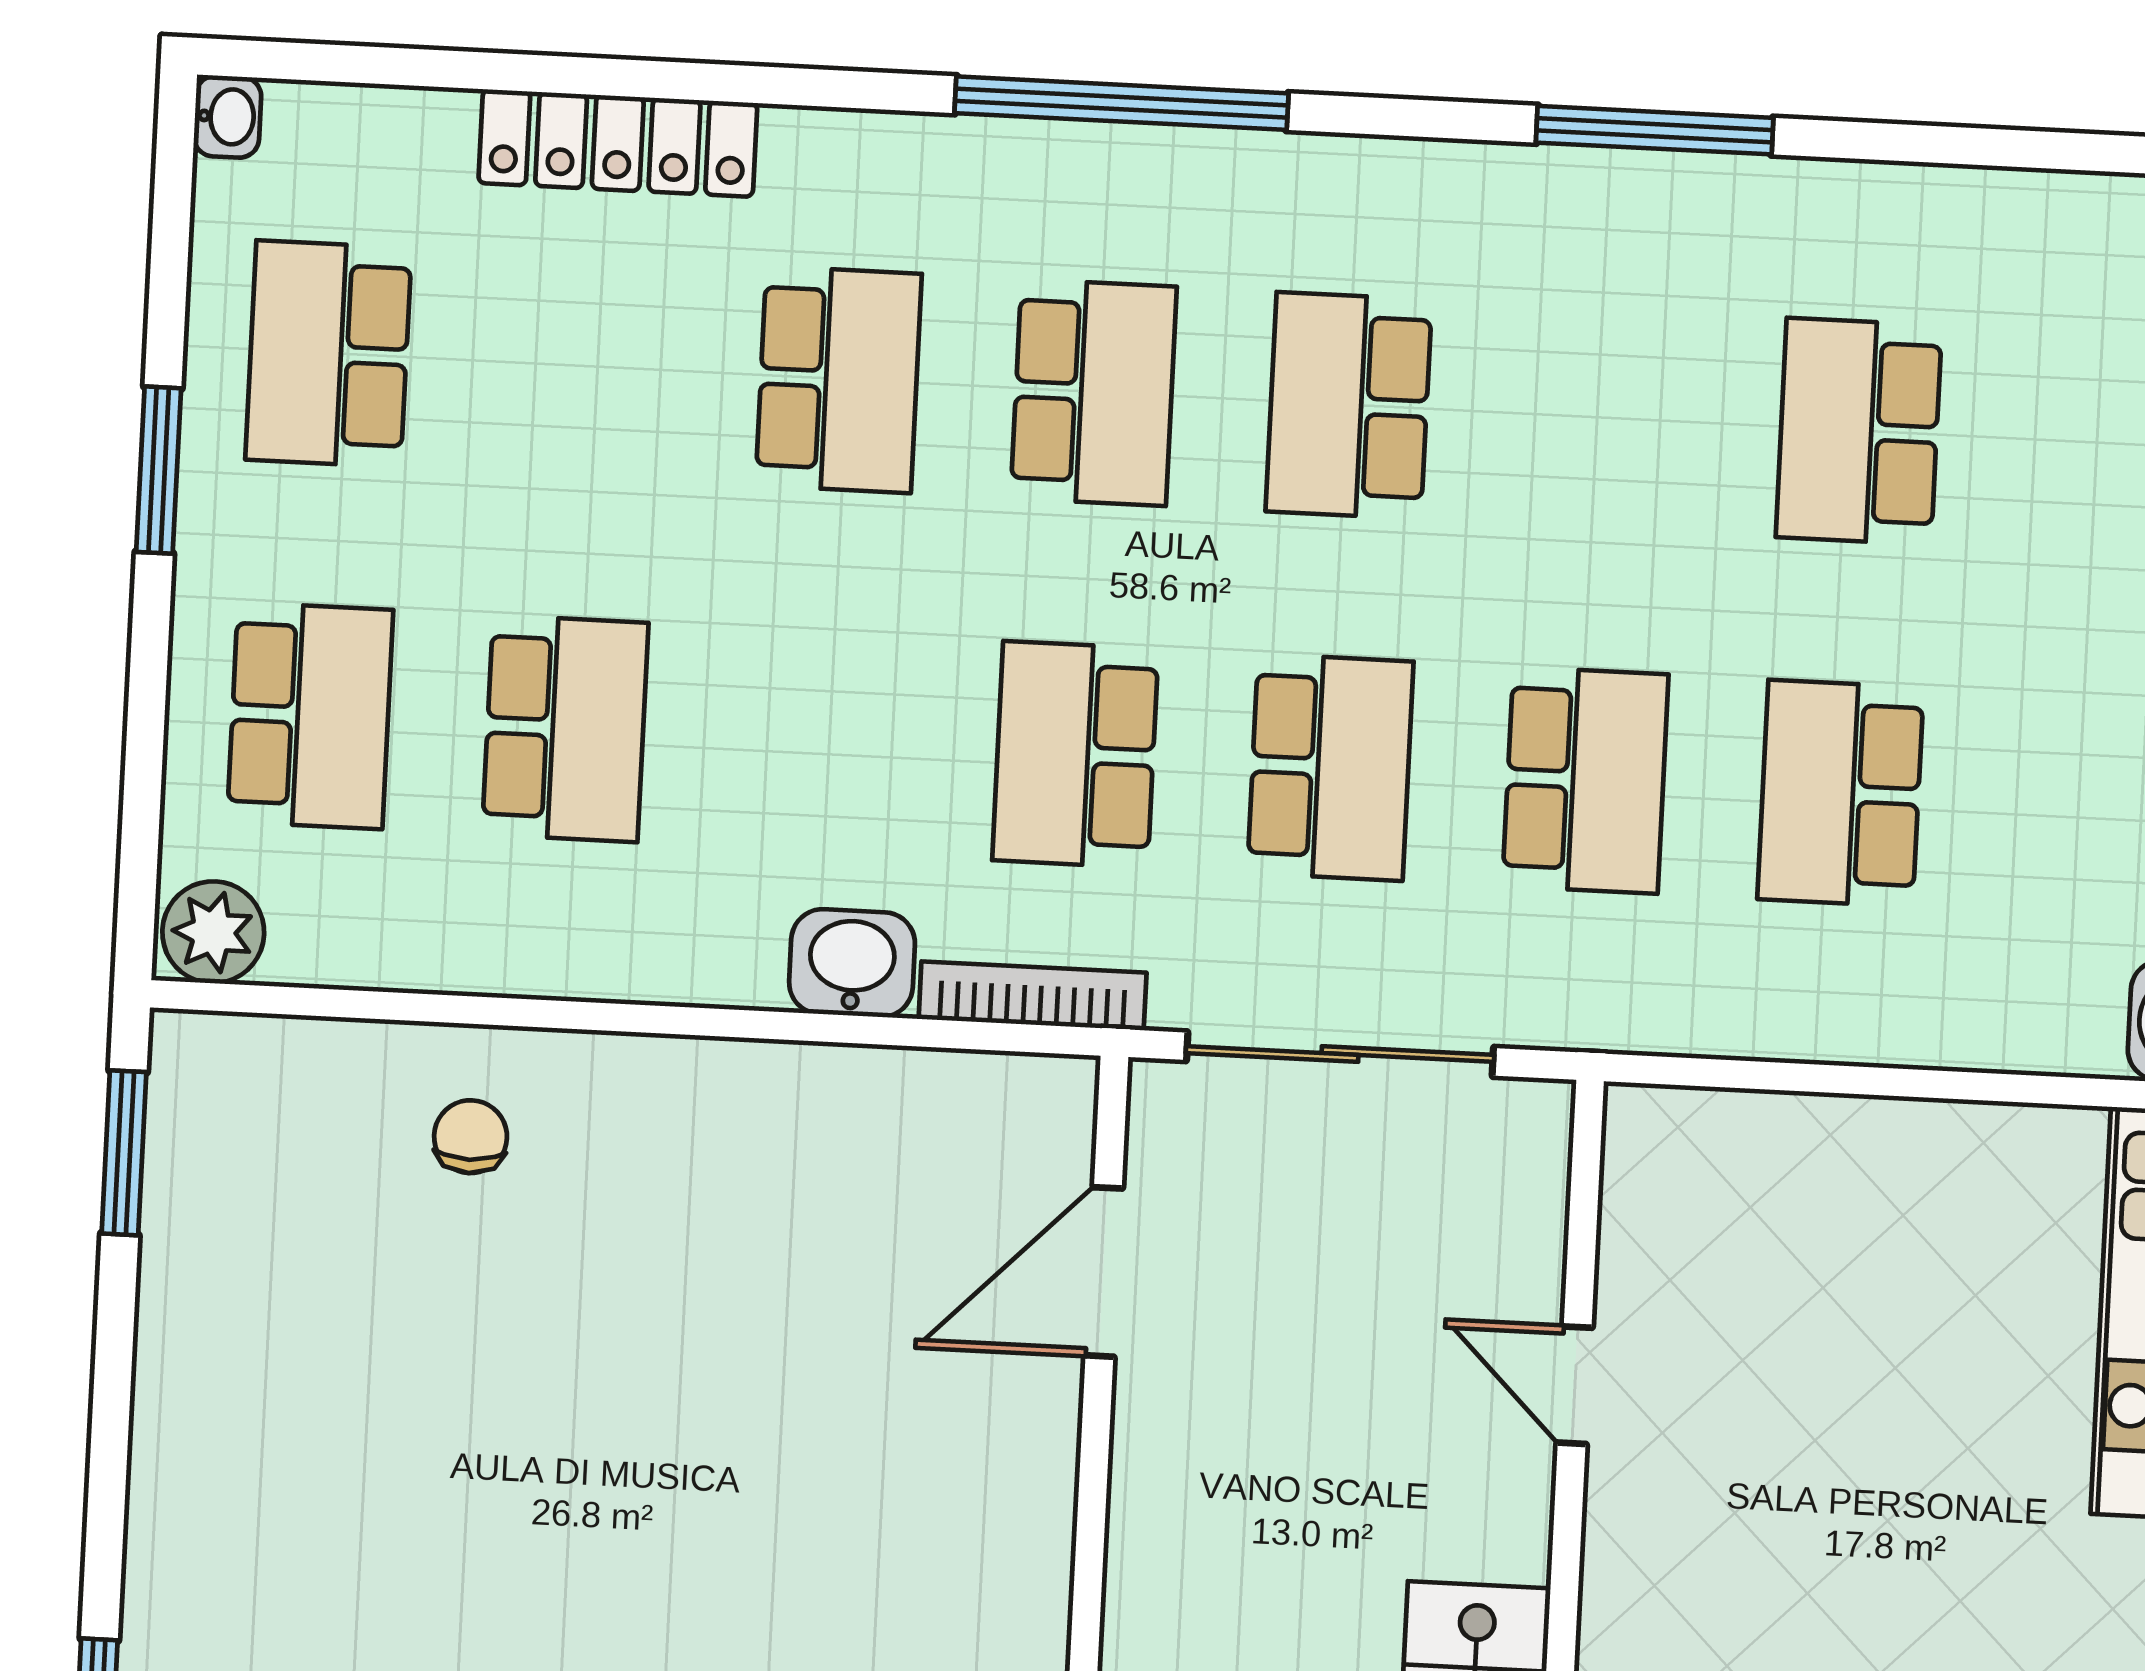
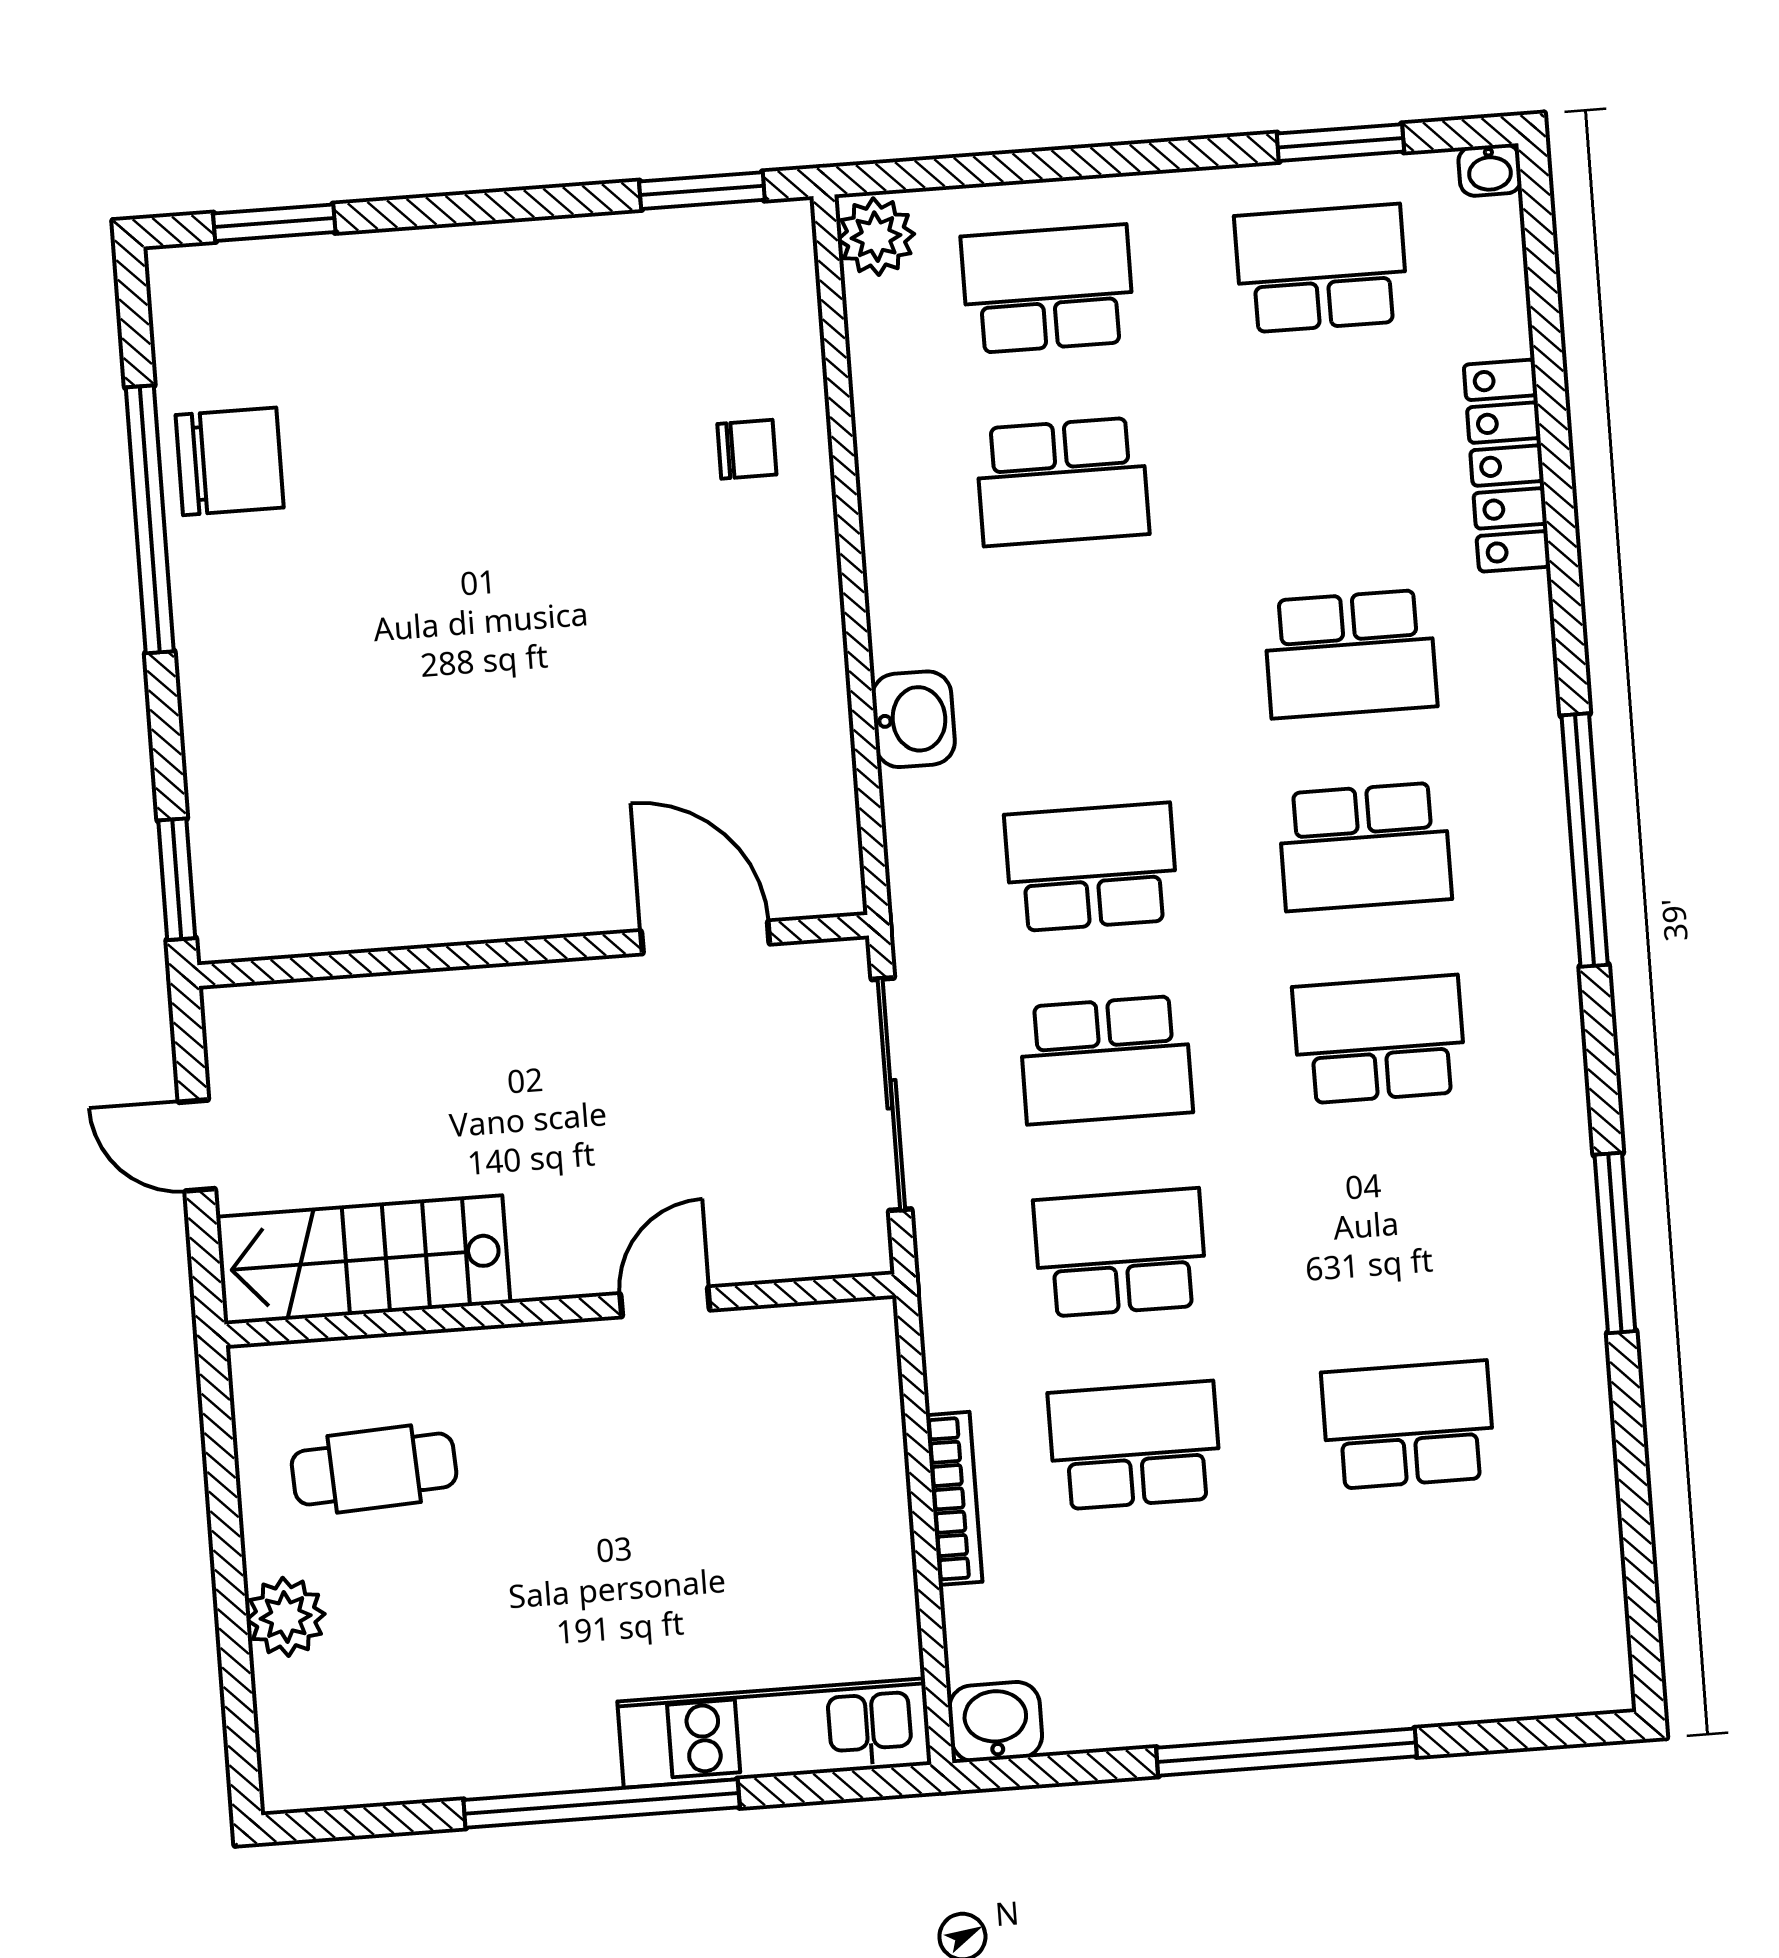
window: (159, 470) -> (1340, 143), moved
school desk: (310, 716) -> (1048, 289), turned 180
school desk: (1585, 780) -> (1120, 1253), turned 180
bookcase: (1033, 996) -> (954, 1498), moved

